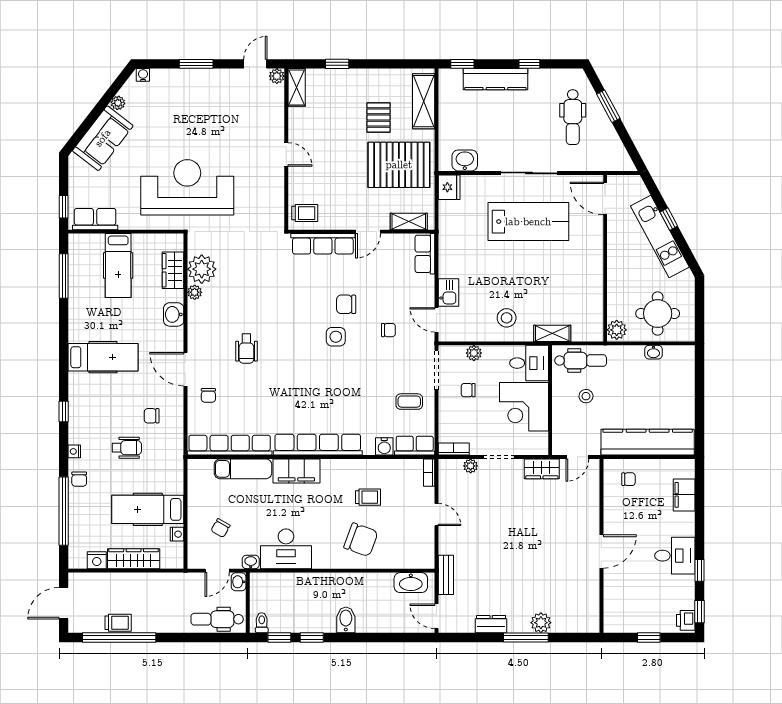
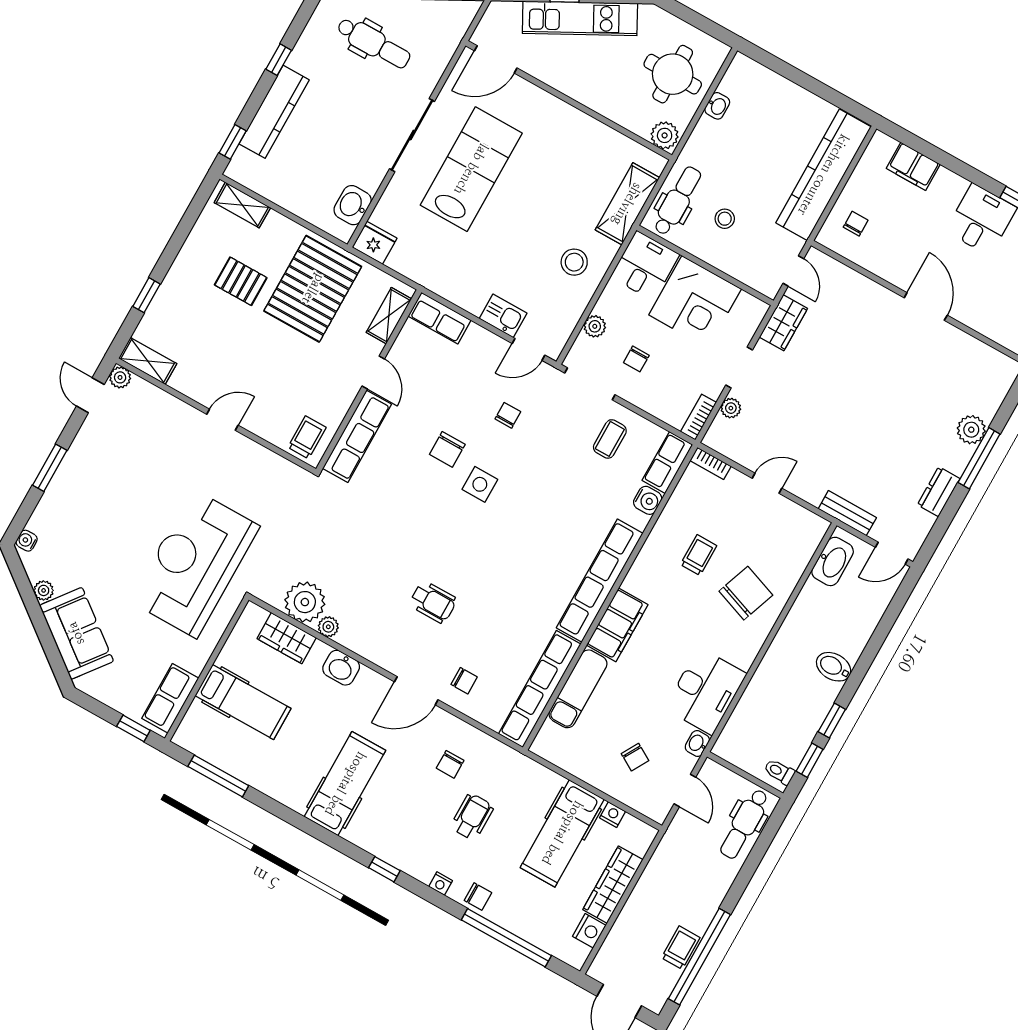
shelving: (424, 101) -> (242, 205), width x0.67, depth x0.75
shelving: (552, 333) -> (627, 204), width x1.50, depth x1.33
washbasin: (239, 582) -> (713, 772), removed

